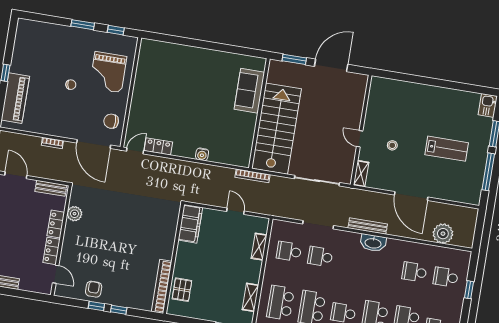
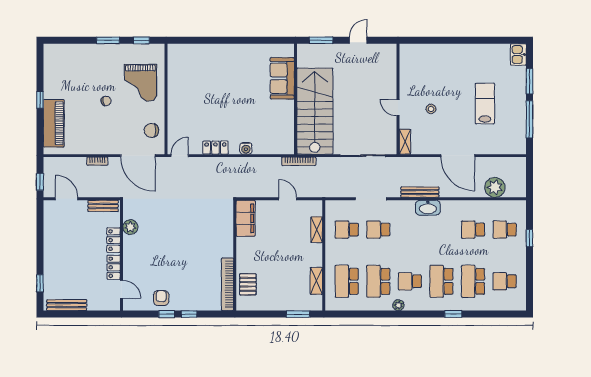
door: (331, 65) -> (358, 40), width x0.53
locker: (158, 146) -> (216, 148), moved
lab bench: (447, 149) -> (485, 103), turned -90

